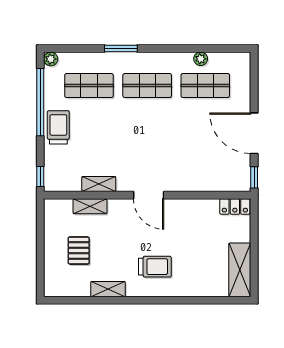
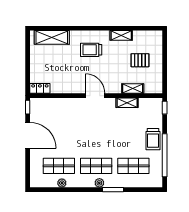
plant: (51, 59) -> (99, 183), moved
pallet: (79, 250) -> (140, 60), turned 90
shelving: (240, 270) -> (52, 37), moved, turned 90

